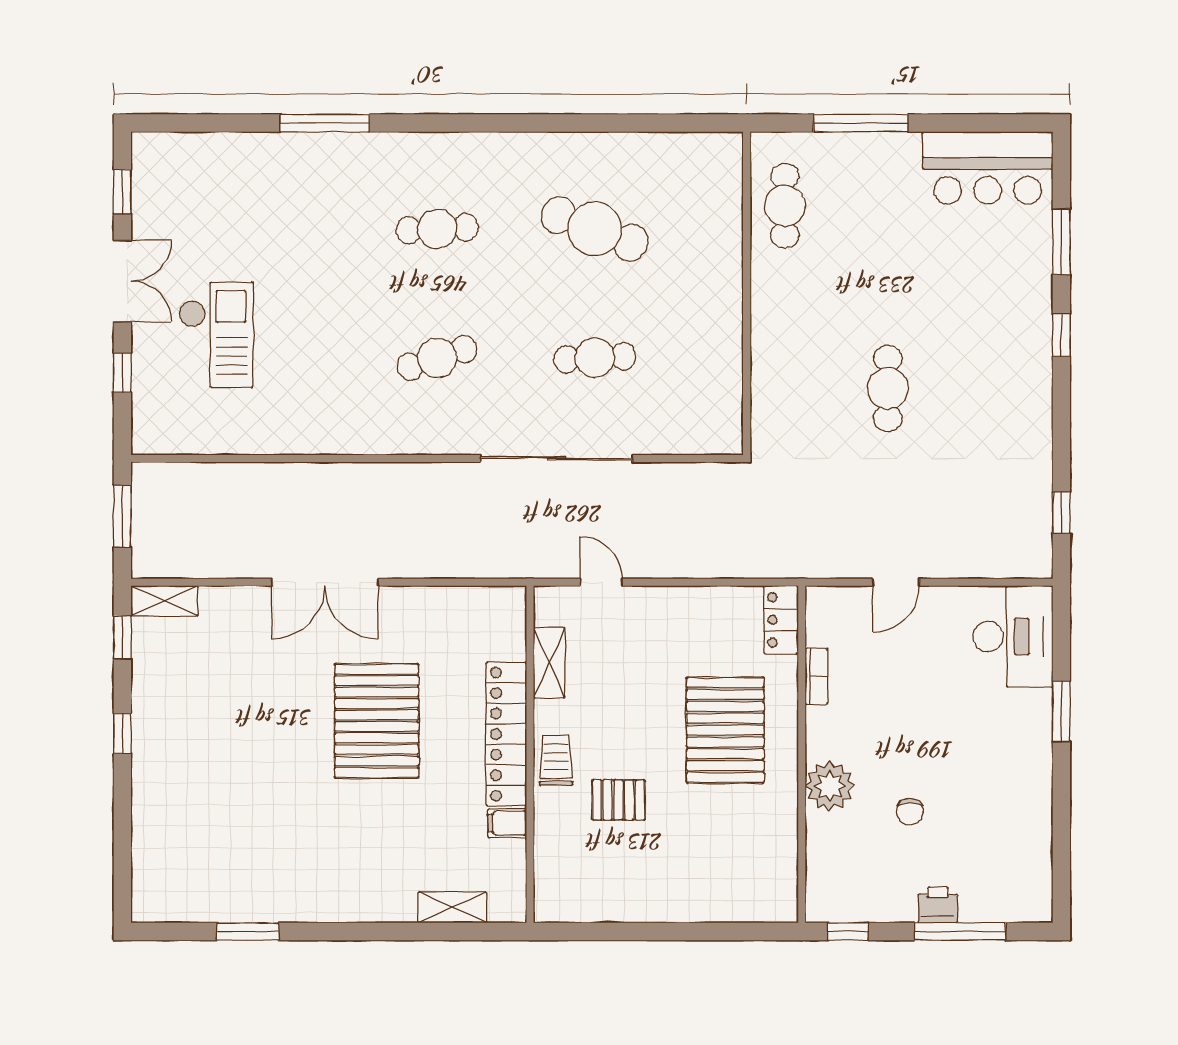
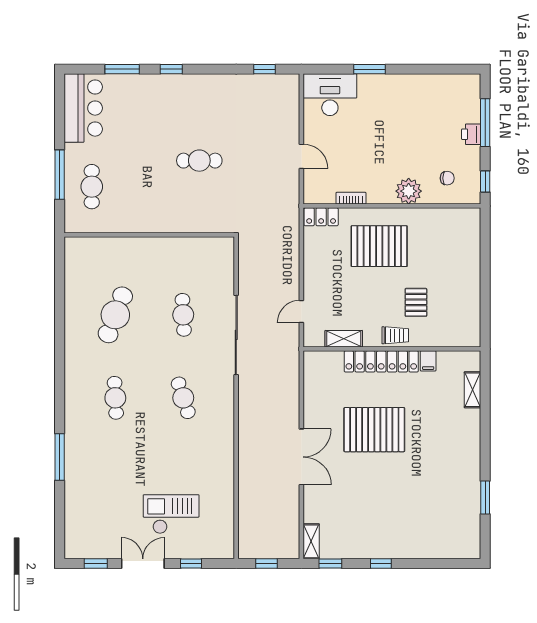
cafe table: (785, 206) -> (92, 187), moved, turned 90
window: (122, 516) -> (267, 563), width x0.67
trolley: (556, 760) -> (395, 335), turned 180
chair: (910, 811) -> (447, 178), moved

